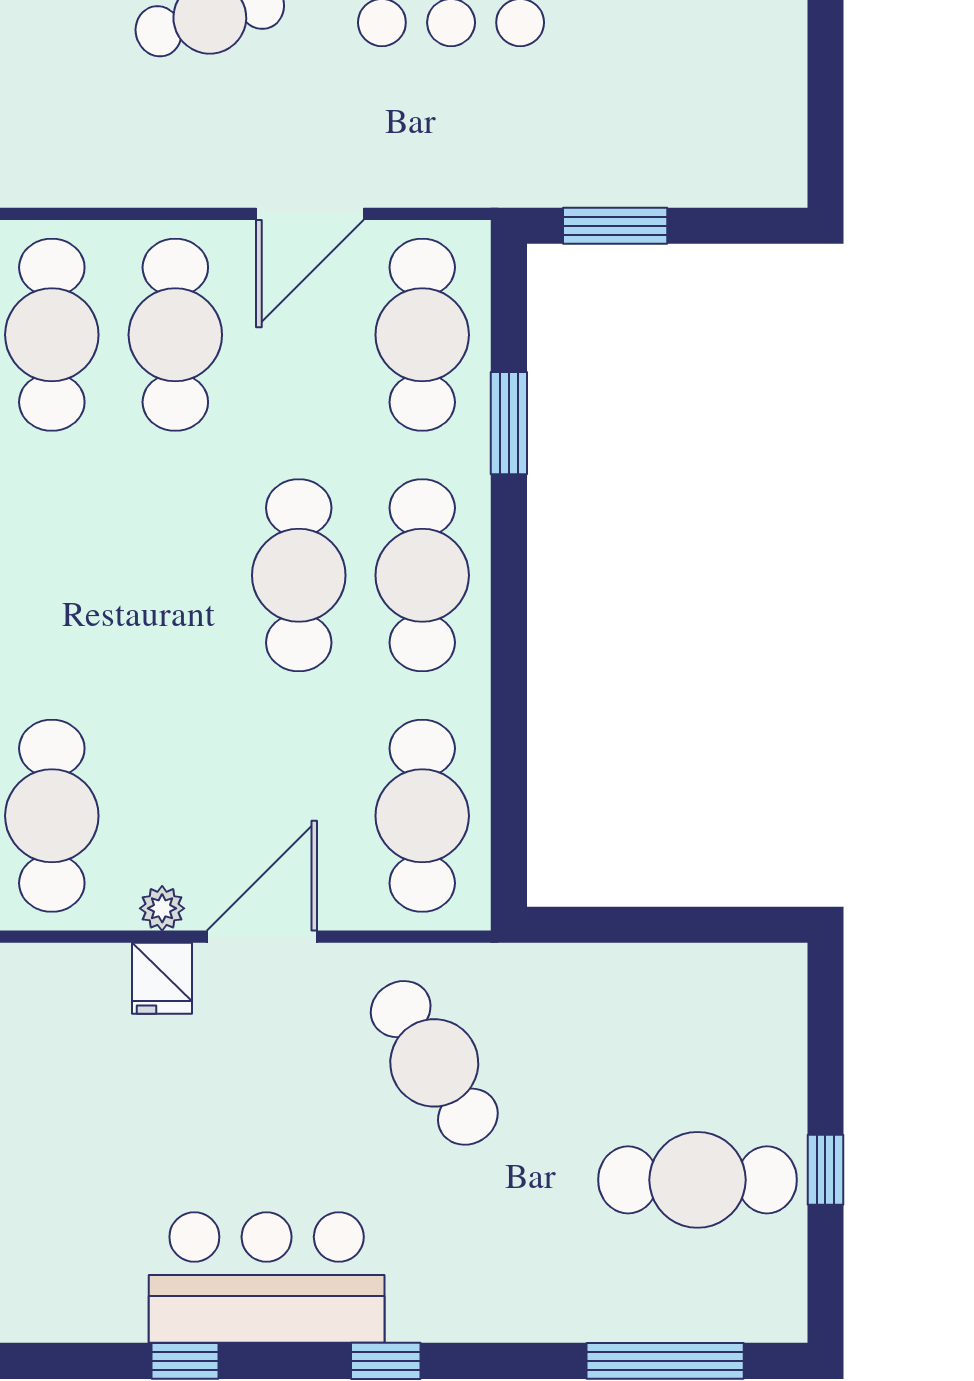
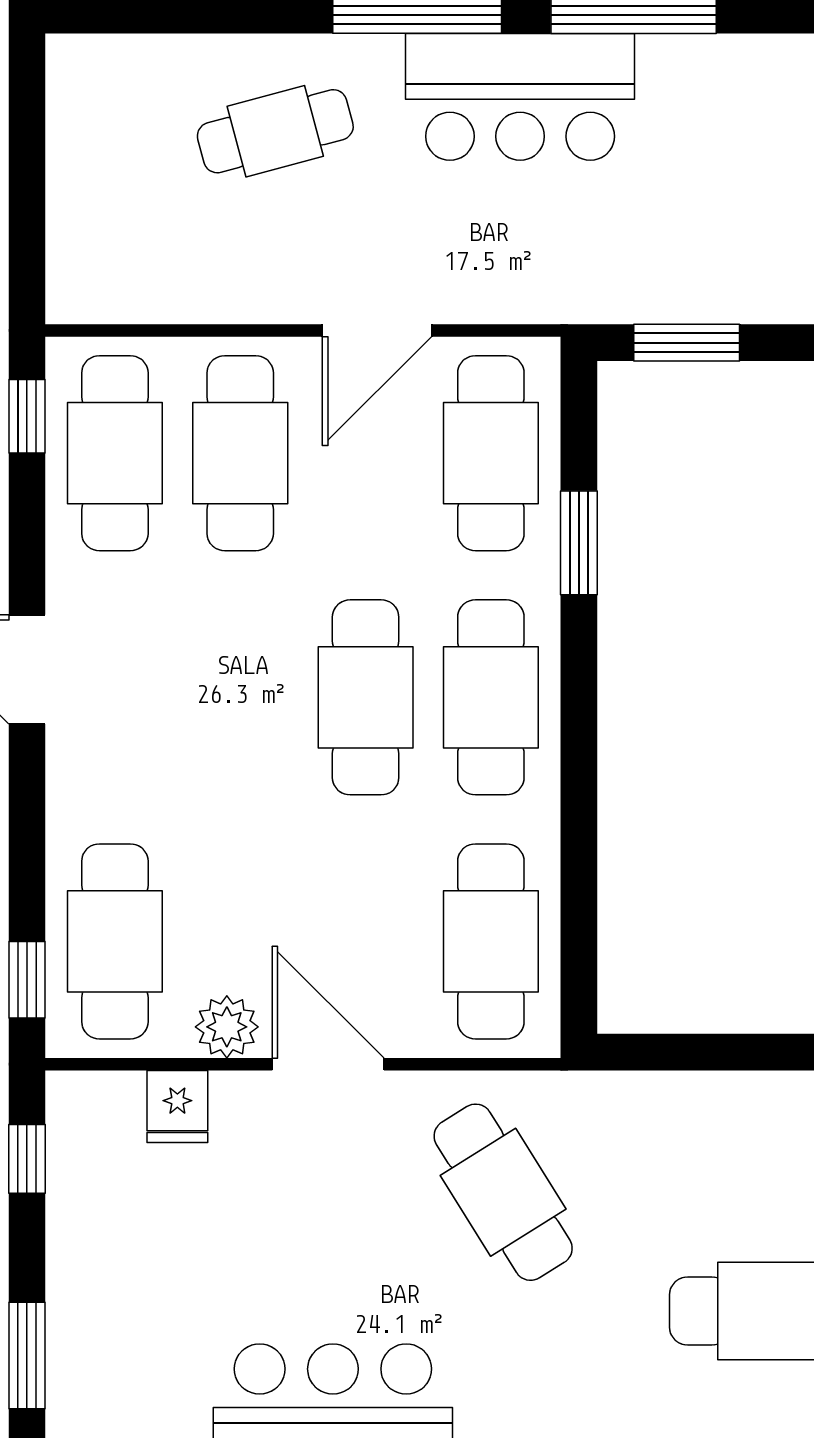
plant: (162, 908) -> (227, 1027), width x1.38, depth x1.38
door: (262, 937) -> (328, 1064), hinge flipped
fridge: (162, 978) -> (177, 1106), moved

